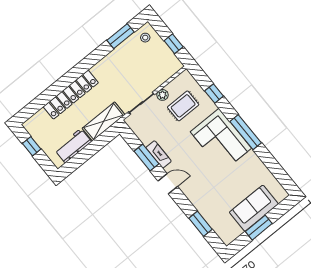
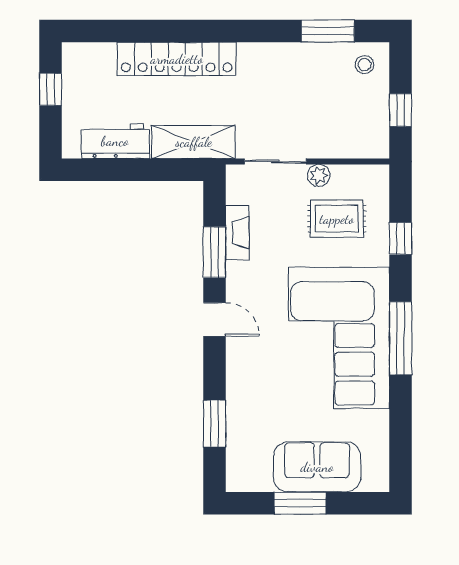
corner sofa: (221, 140) -> (339, 338), width x1.36, depth x1.36
fireplace: (159, 154) -> (237, 233), moved

